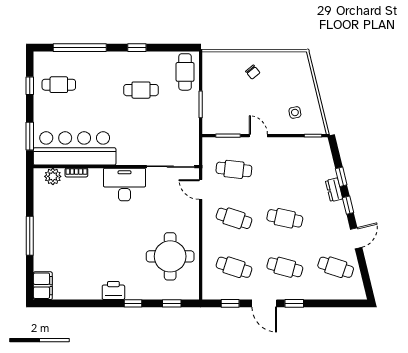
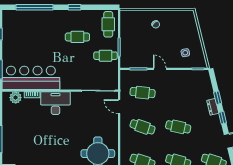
cafe table: (59, 85) -> (106, 56), moved
desk: (125, 185) -> (55, 103), moved

